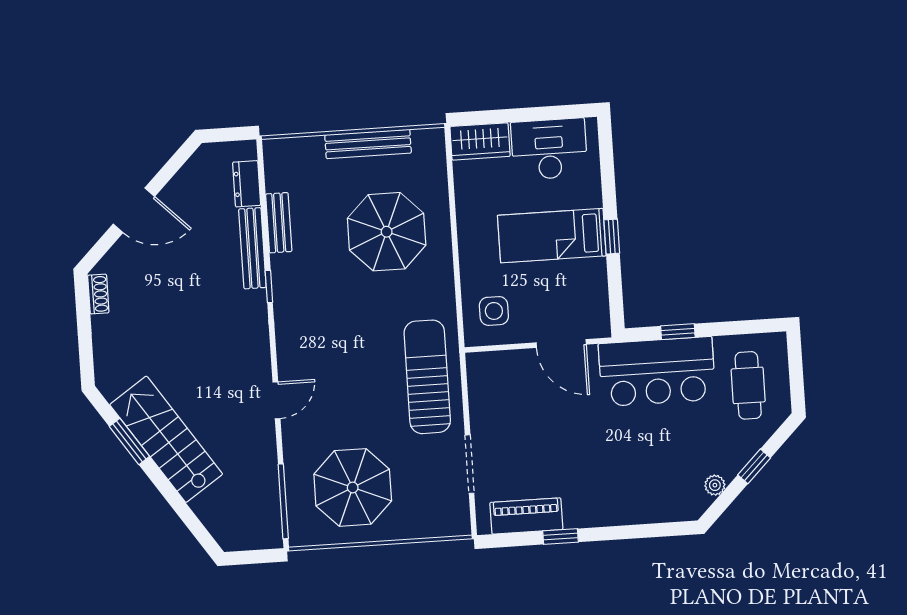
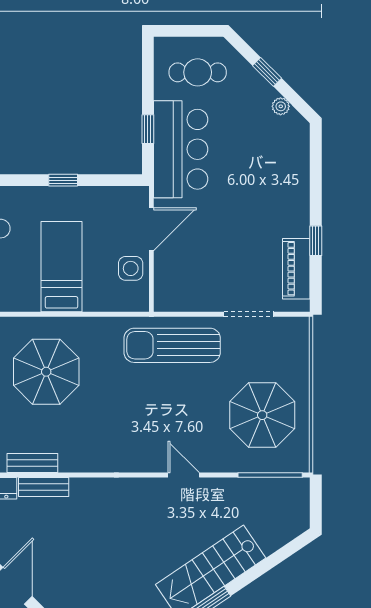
bed: (552, 236) -> (61, 267), moved, turned 180
bench: (252, 248) -> (44, 487), width x0.73
window: (269, 287) -> (86, 475), removed
side table: (494, 311) -> (131, 268), moved

